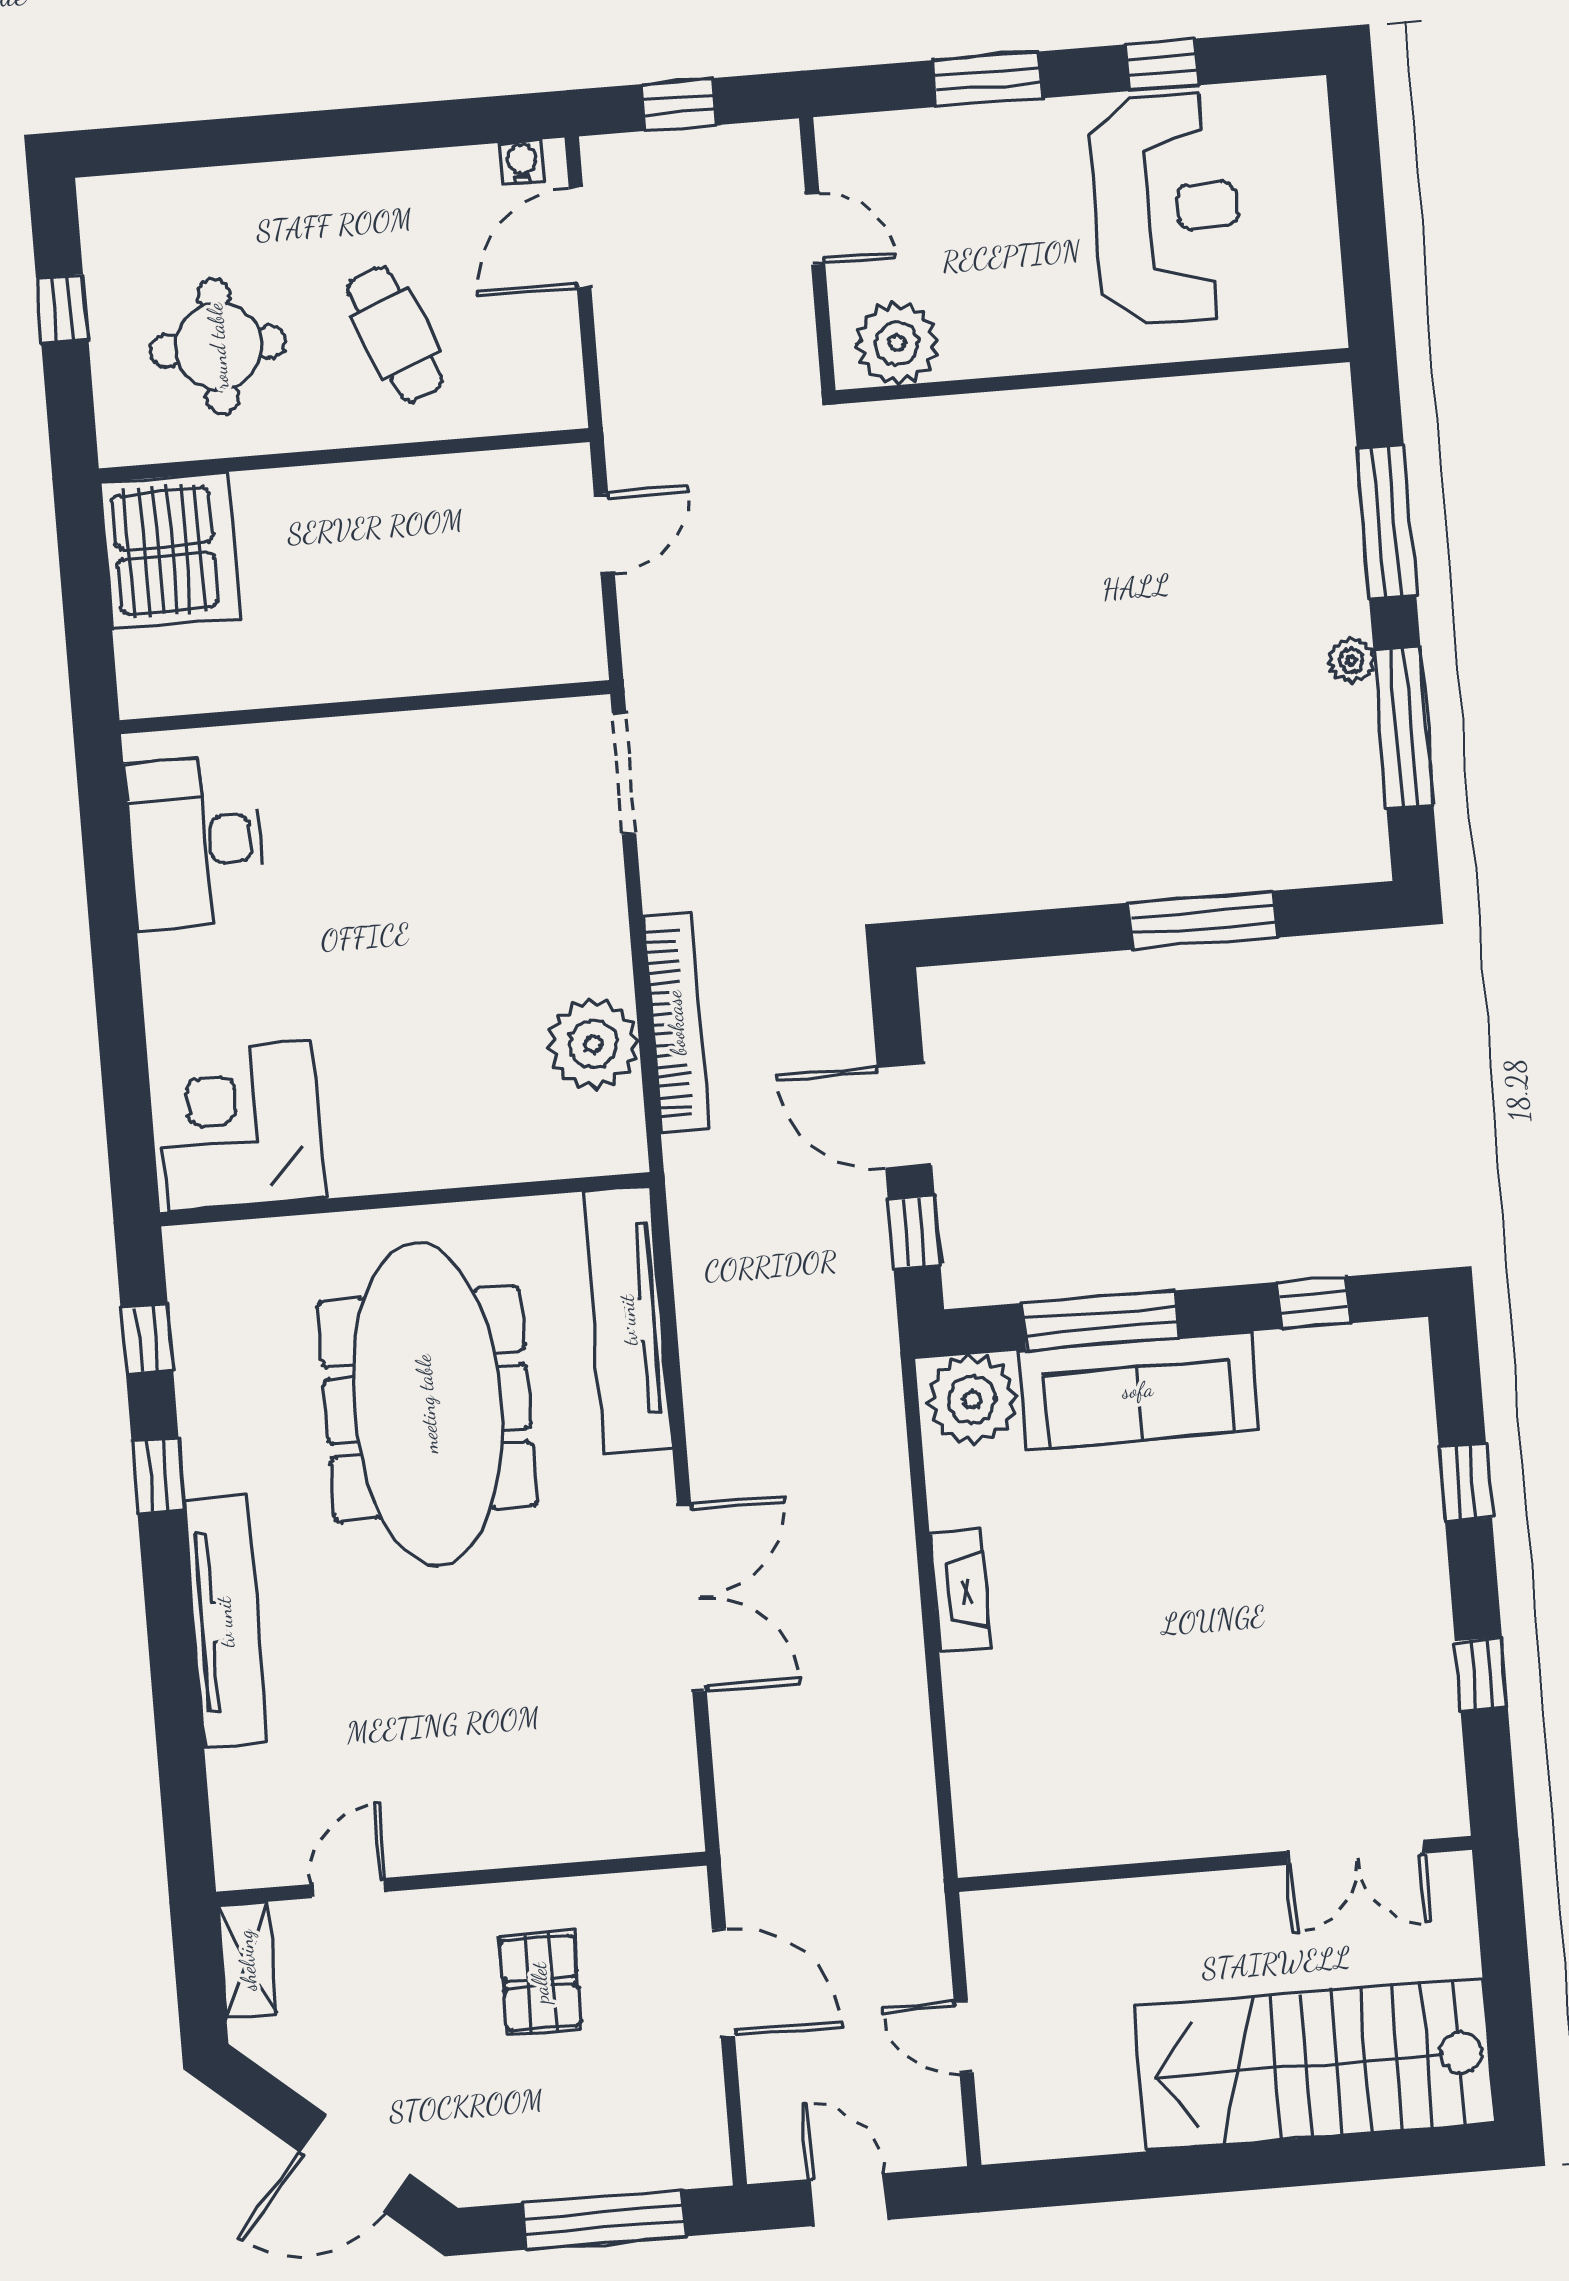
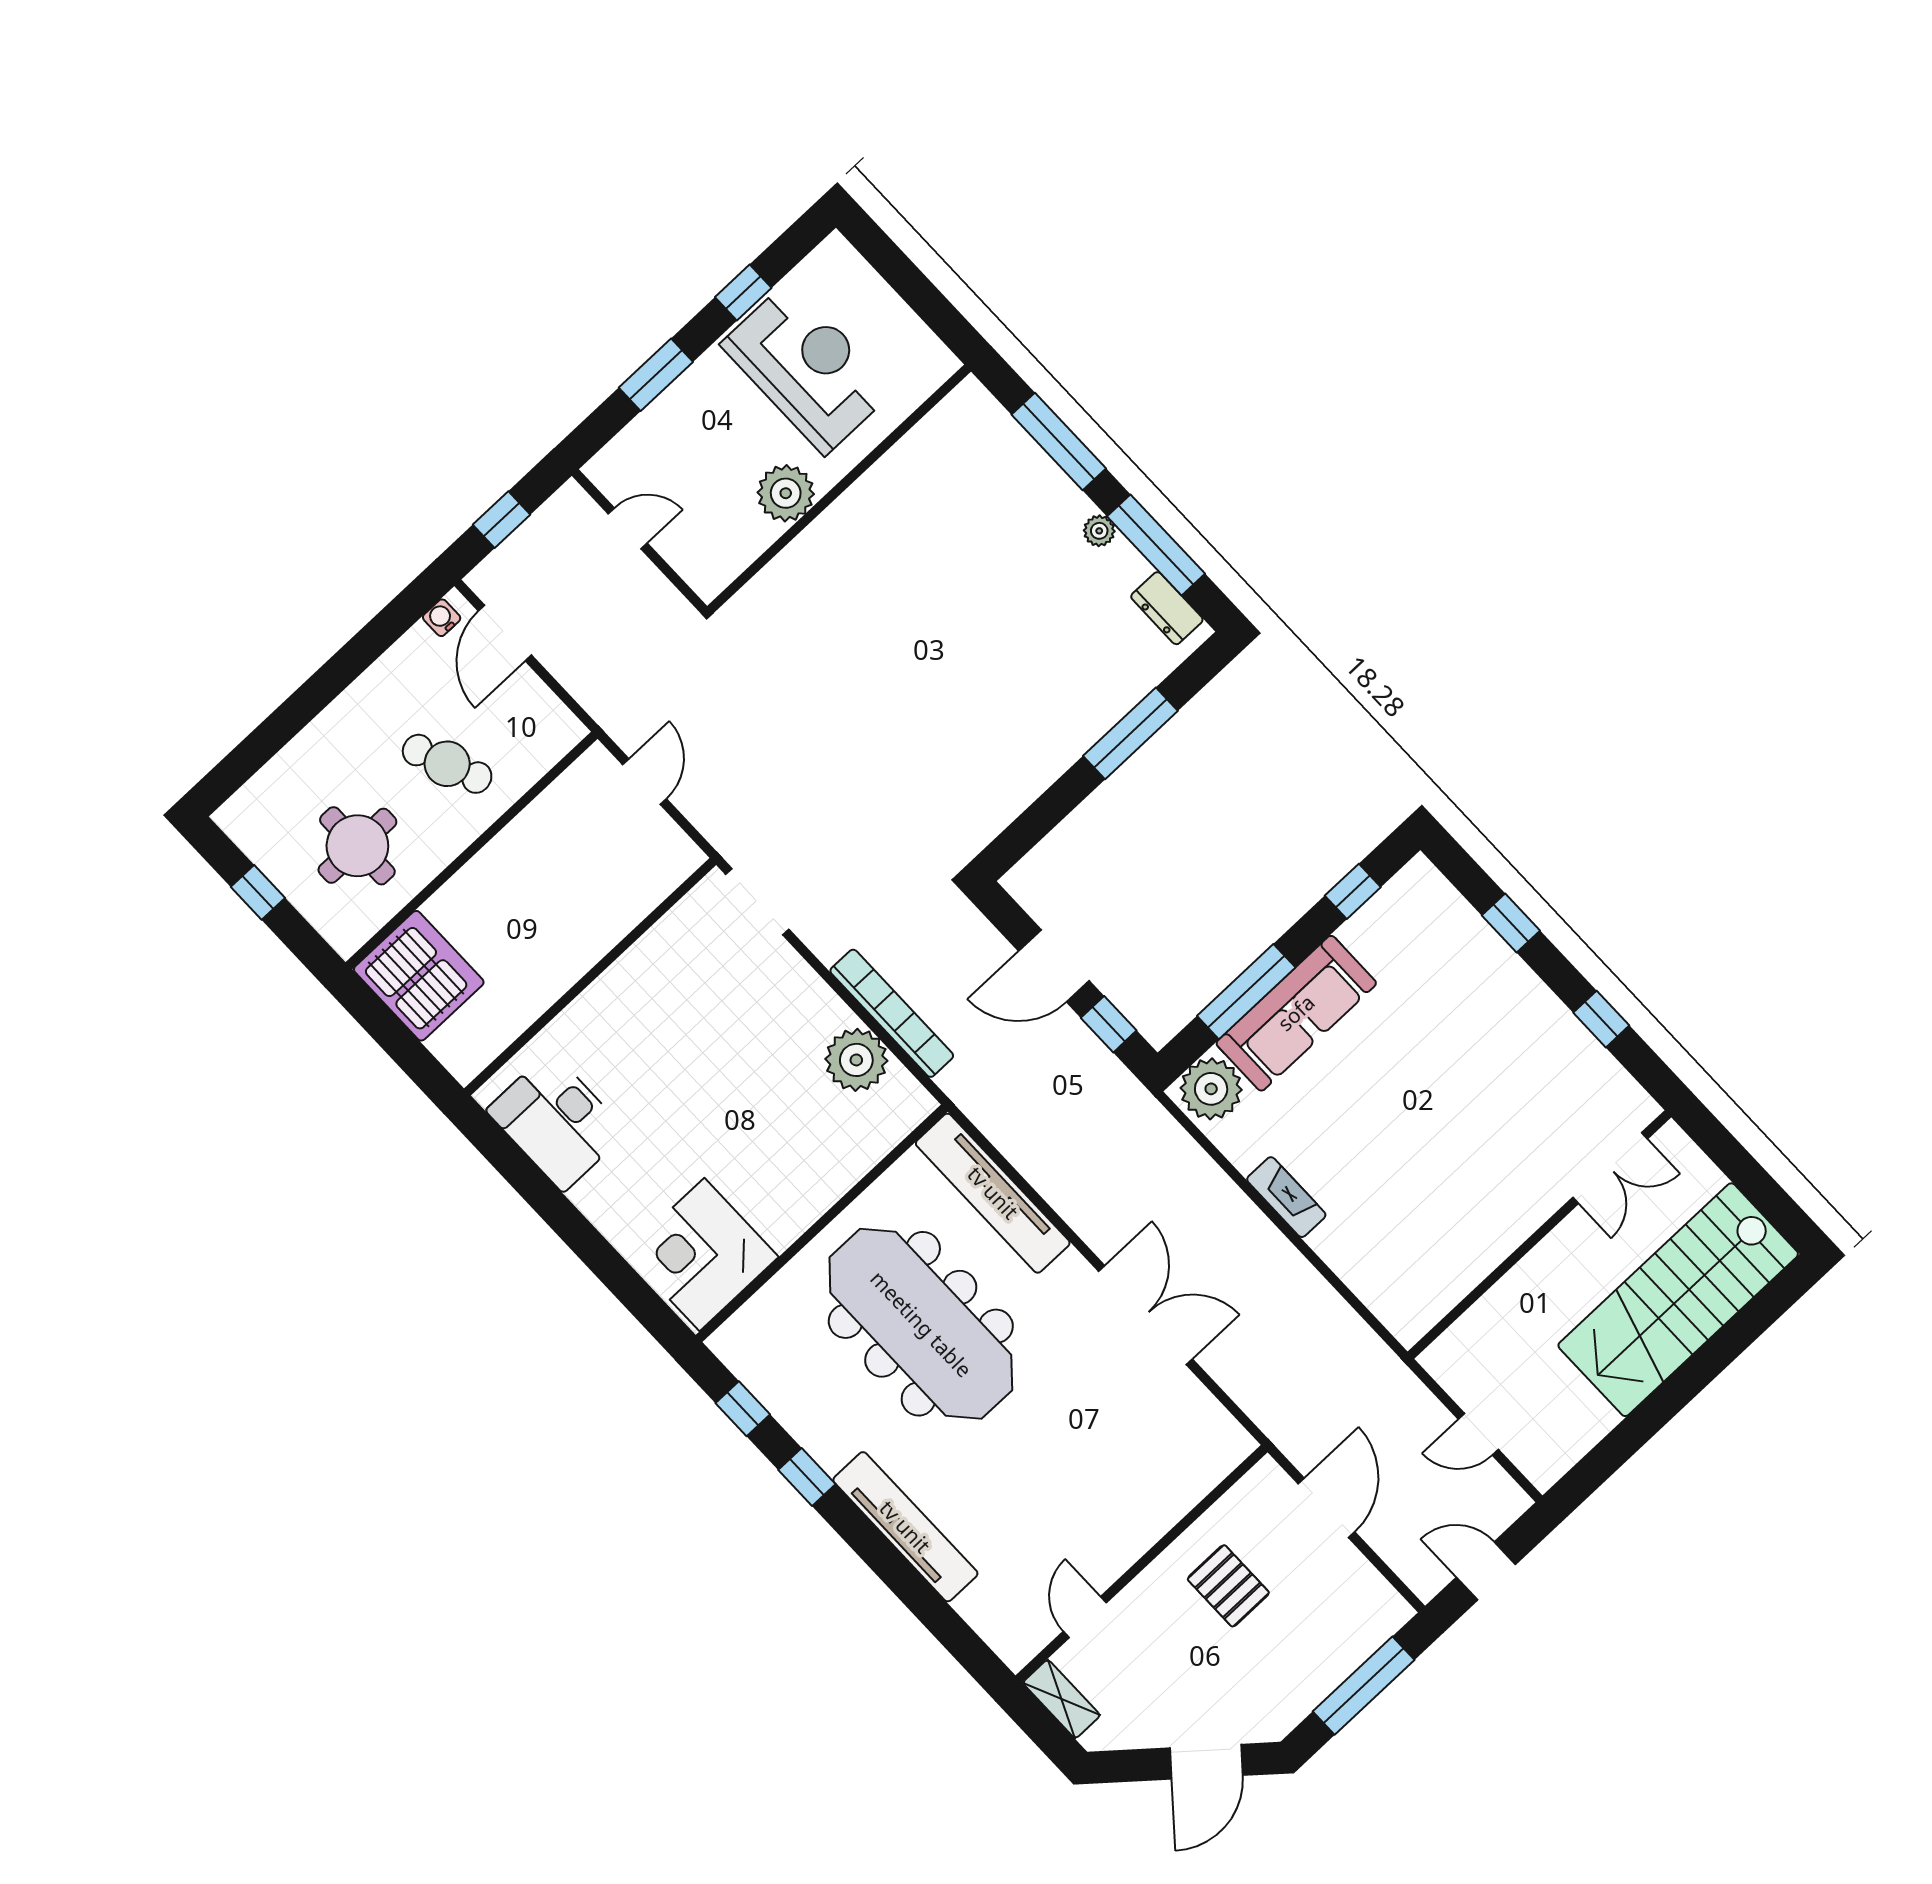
plant: (897, 343) -> (786, 493), moved
dresser: (1358, 810) -> (1167, 608), added
door: (723, 1983) -> (1326, 1508), hinge flipped

